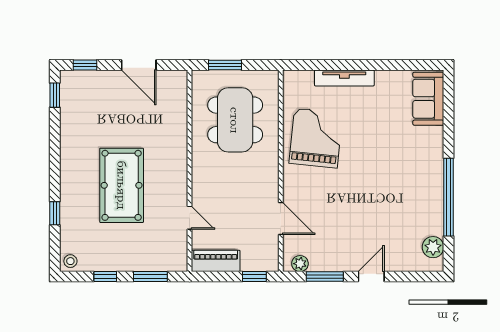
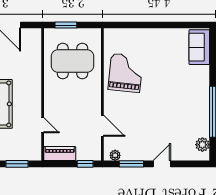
tv unit: (344, 78) -> (144, 33), removed
dining table: (235, 120) -> (72, 61), turned 90

